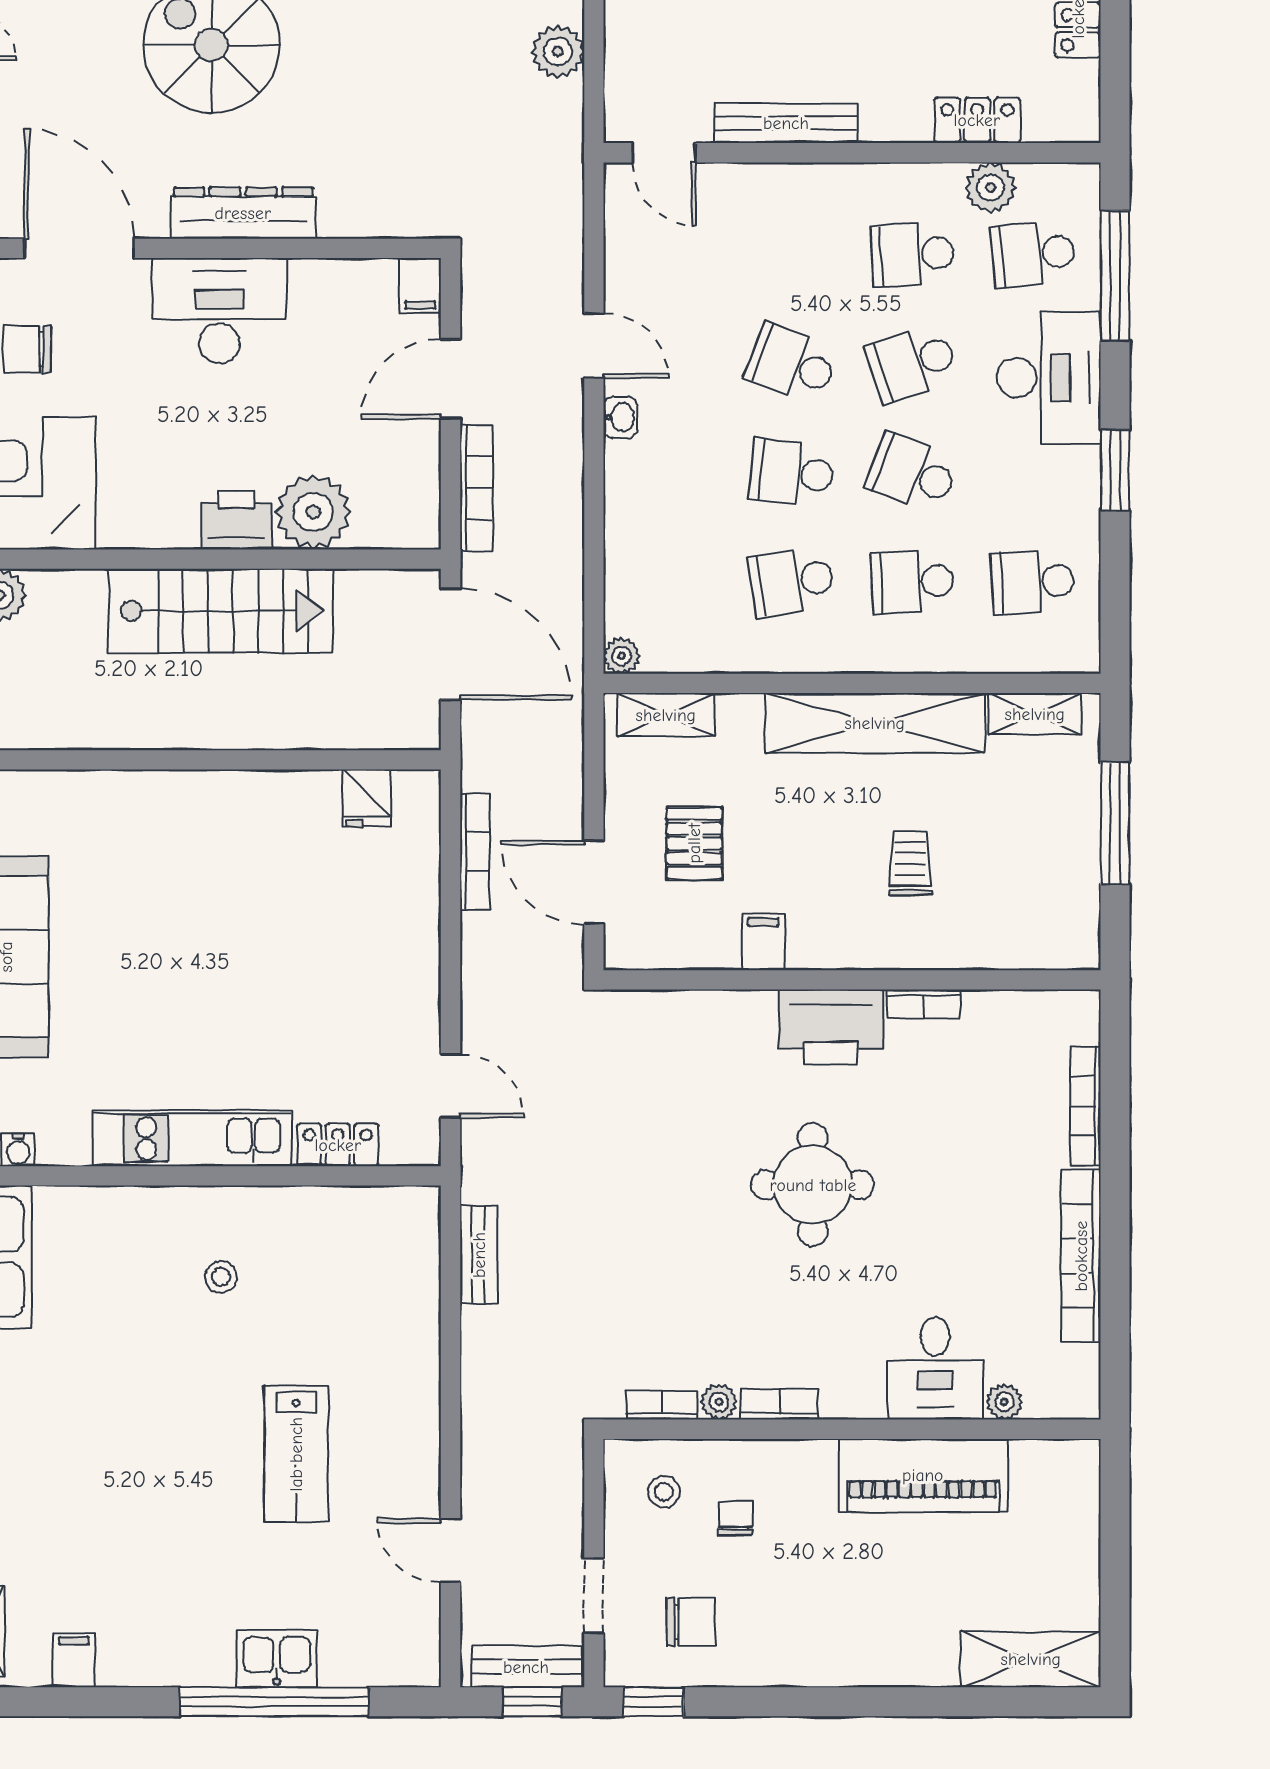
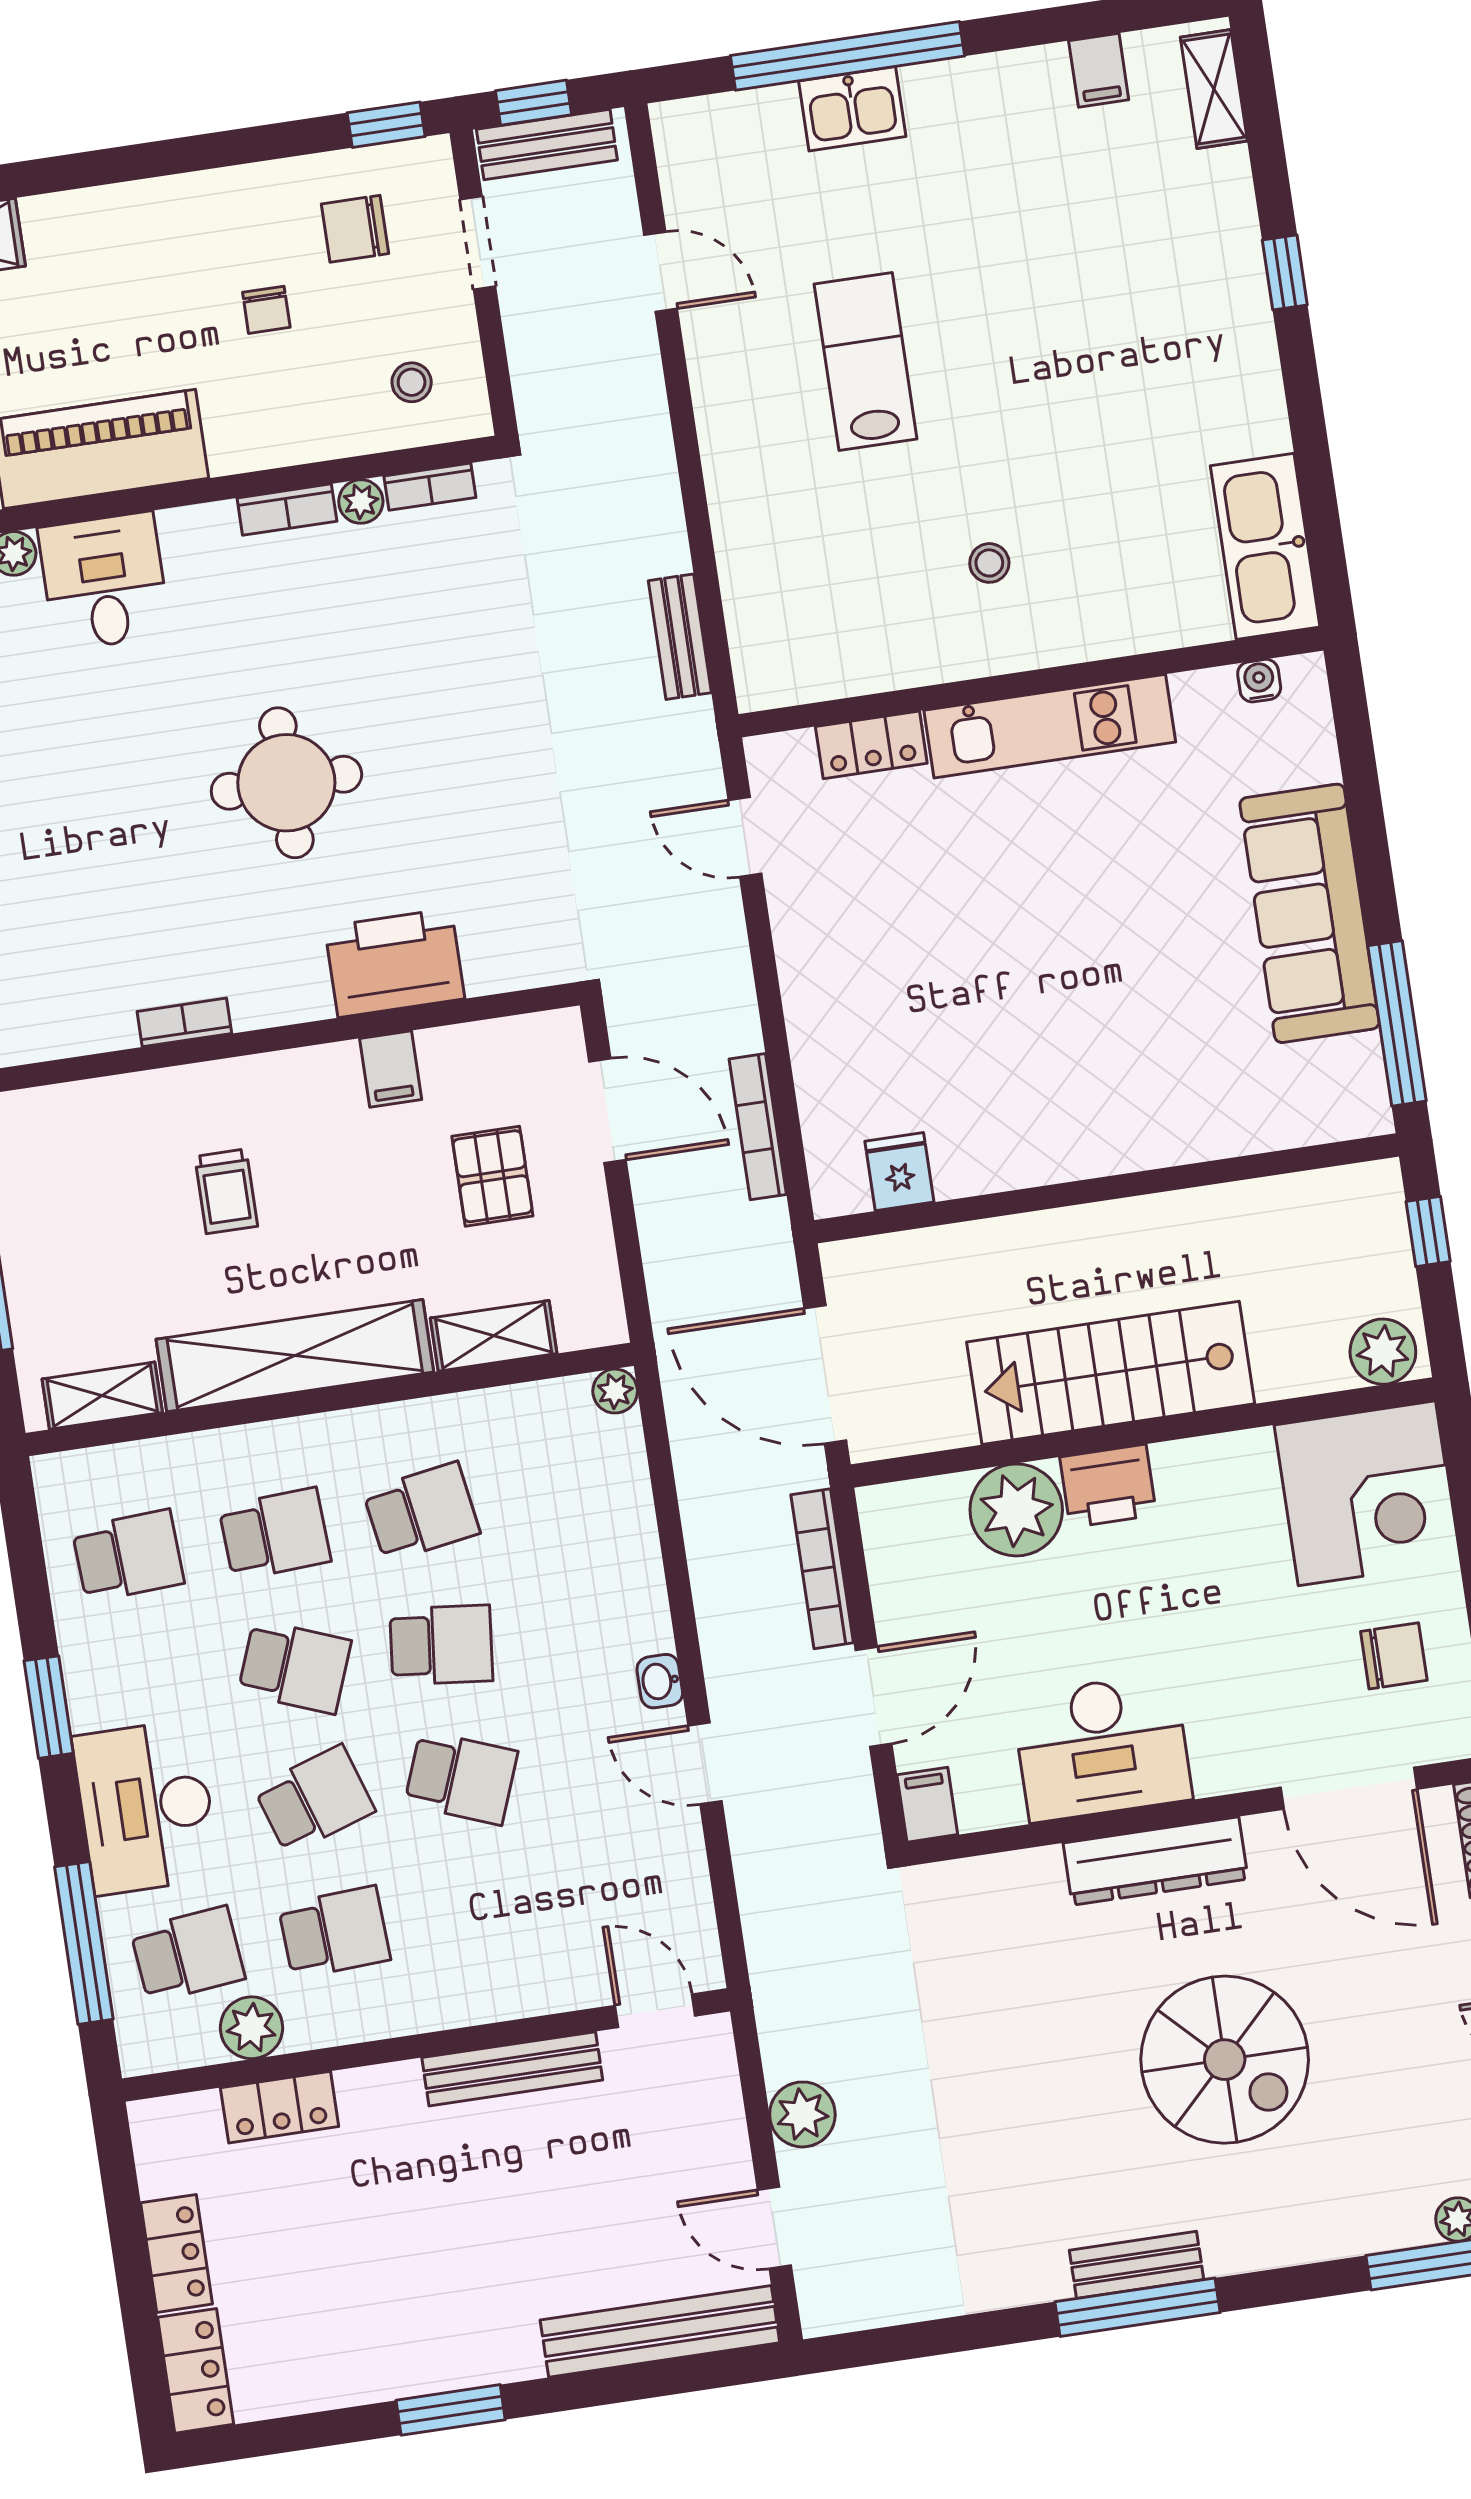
desk: (219, 311) -> (1102, 1747), moved
shelving: (666, 715) -> (494, 1336), moved
printer: (831, 1027) -> (395, 963), moved
chair: (736, 1518) -> (266, 310), moved

